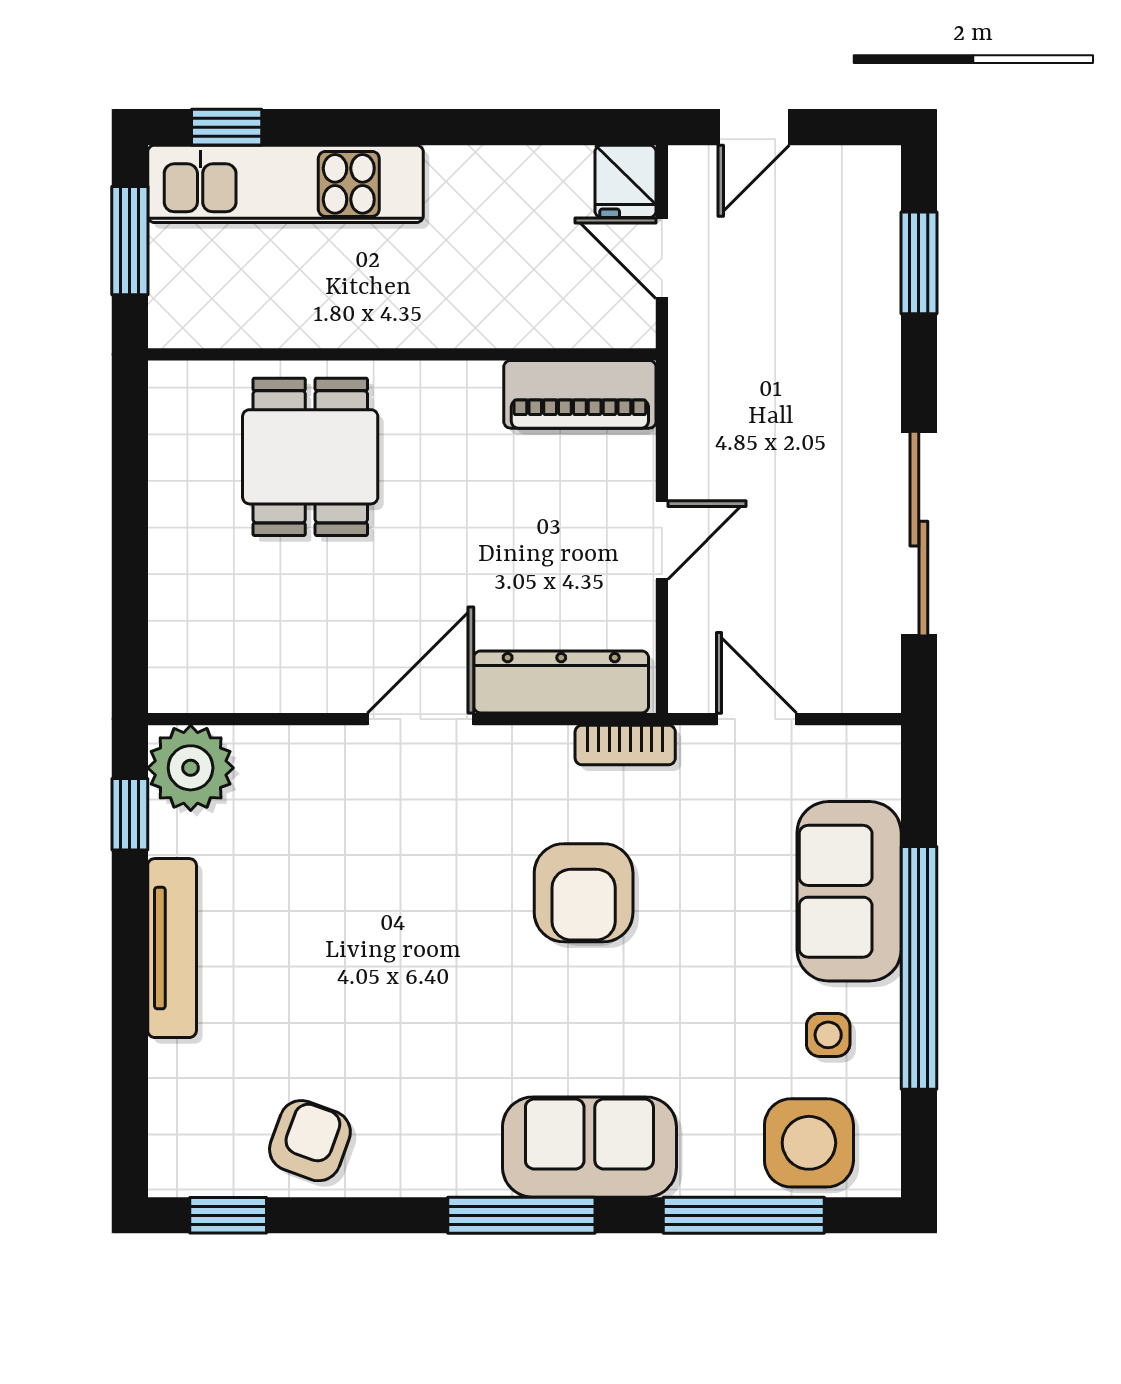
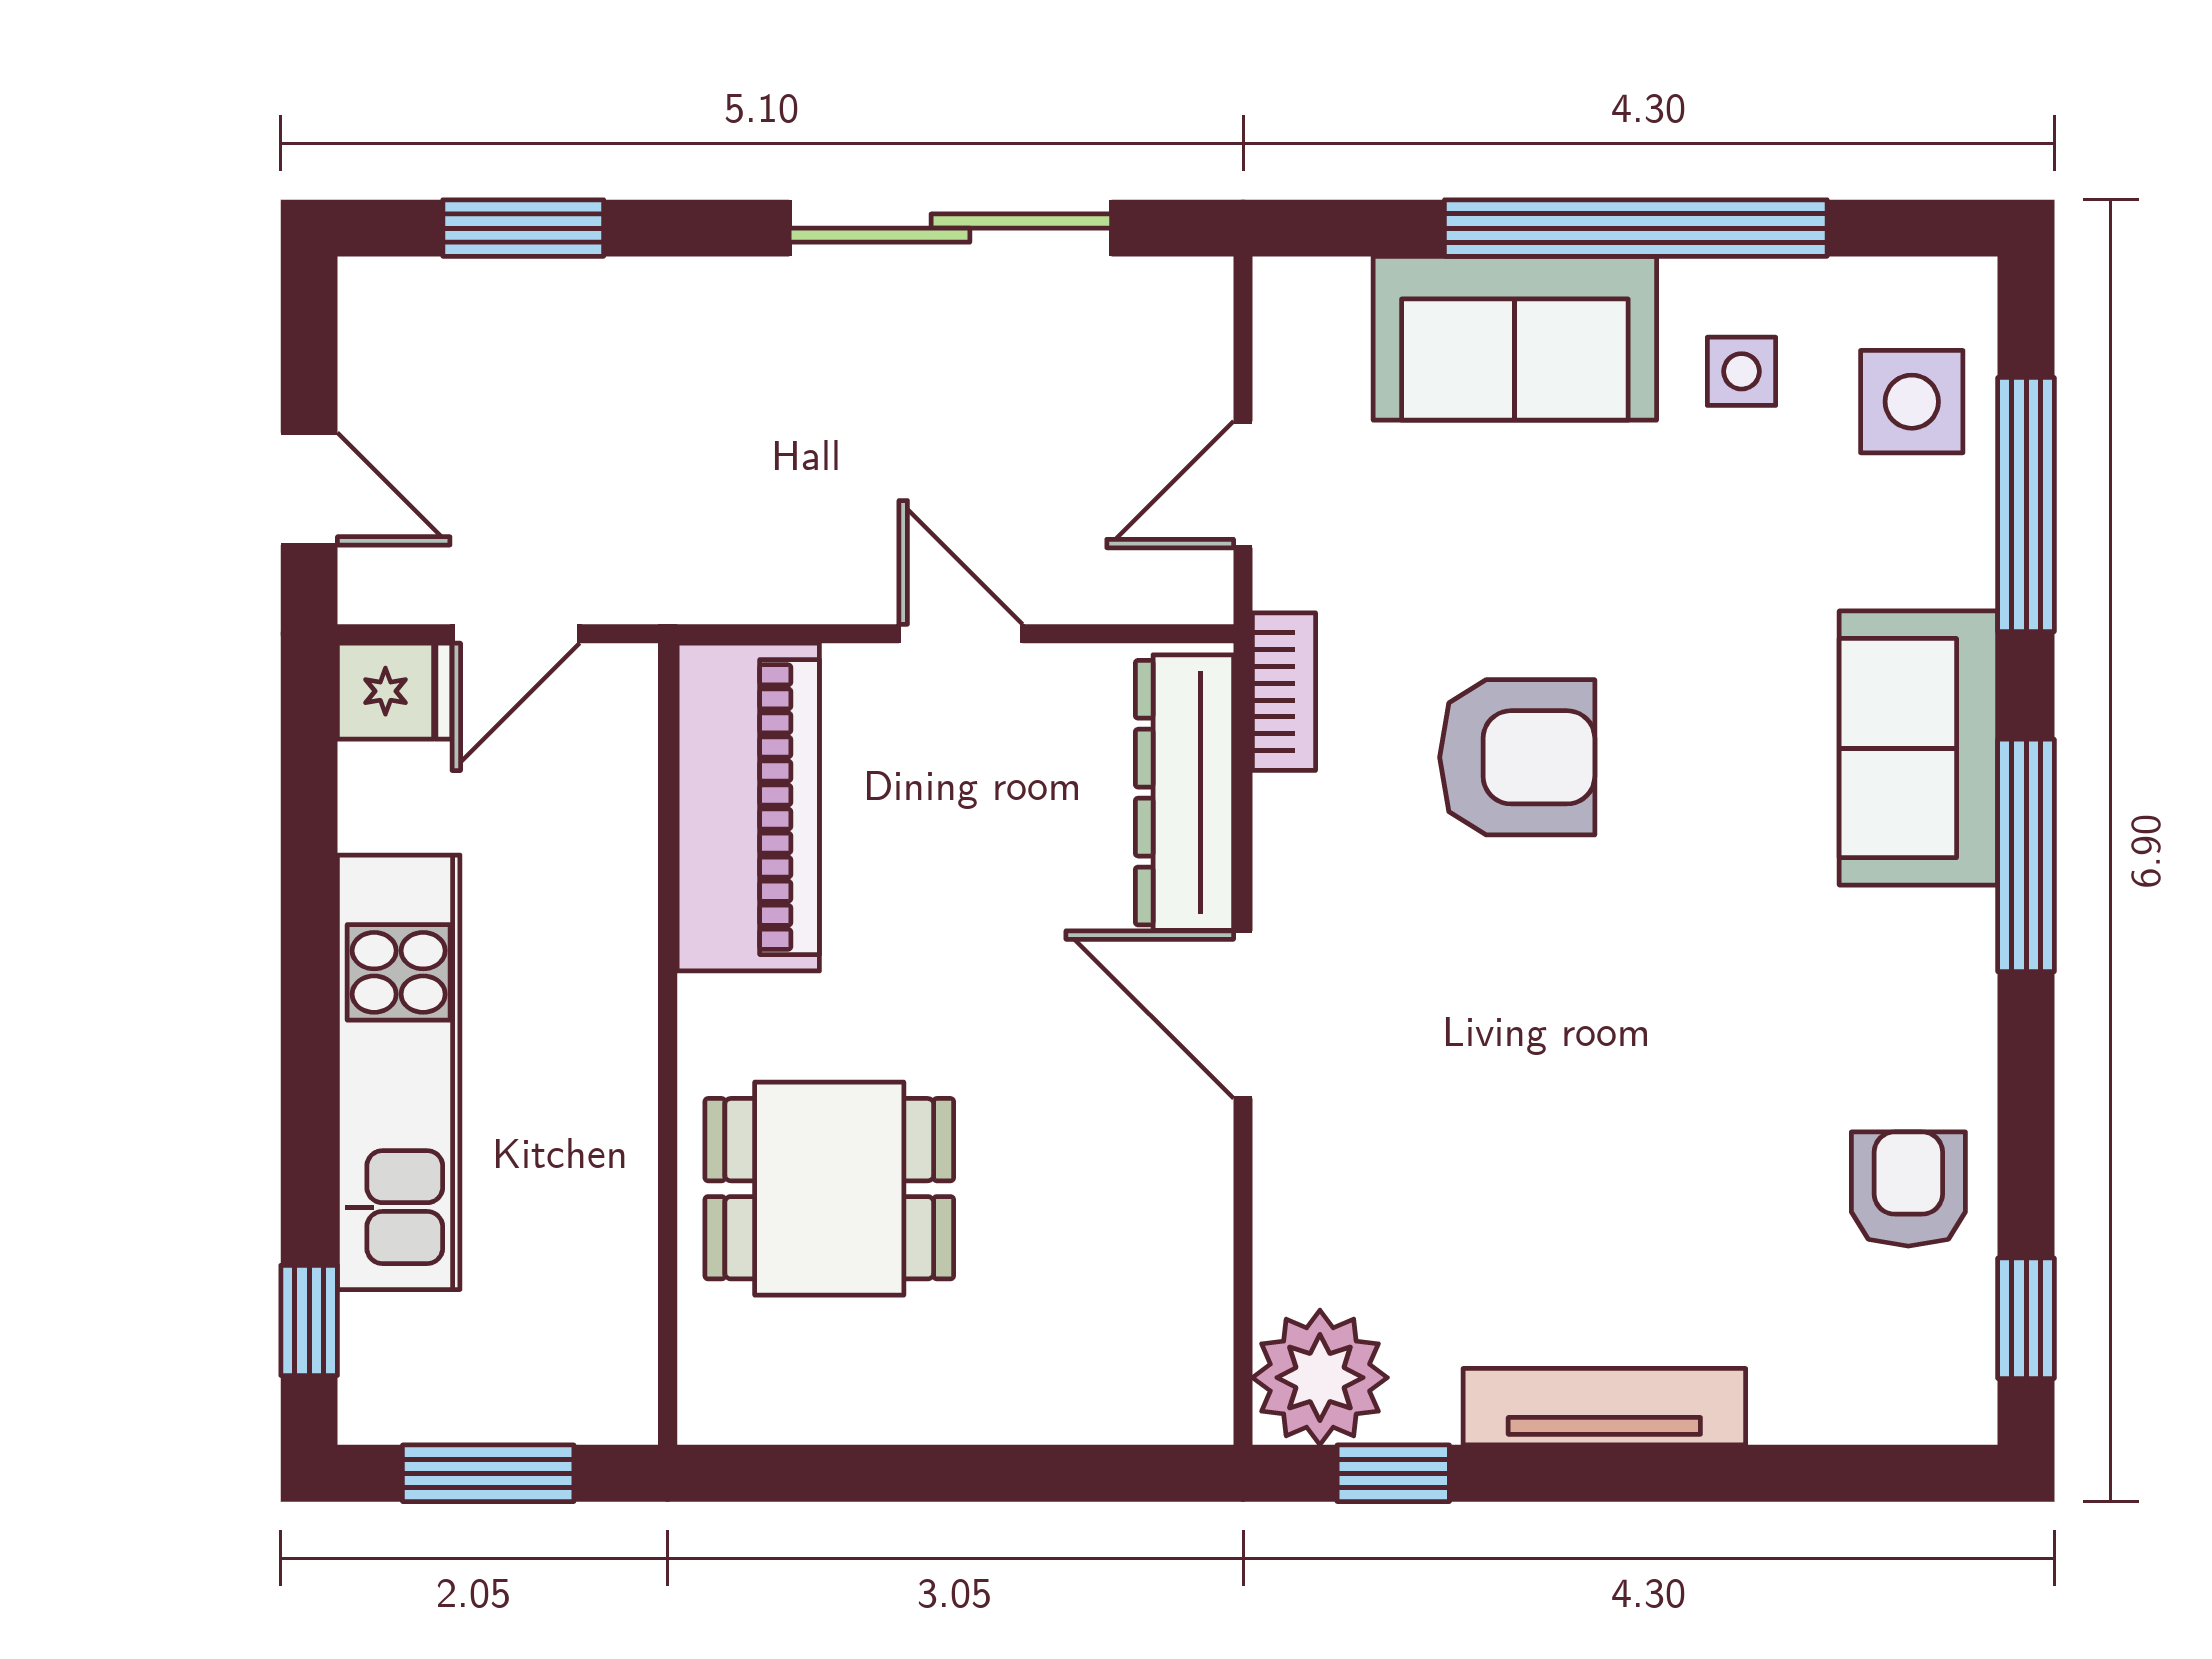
kitchen unit: (285, 184) -> (399, 1072), moved
piano: (580, 394) -> (748, 807), width x1.37, depth x1.33
armchair: (310, 1141) -> (1908, 1189), turned 70
side table: (809, 1143) -> (1912, 402), width x0.73, depth x0.73

